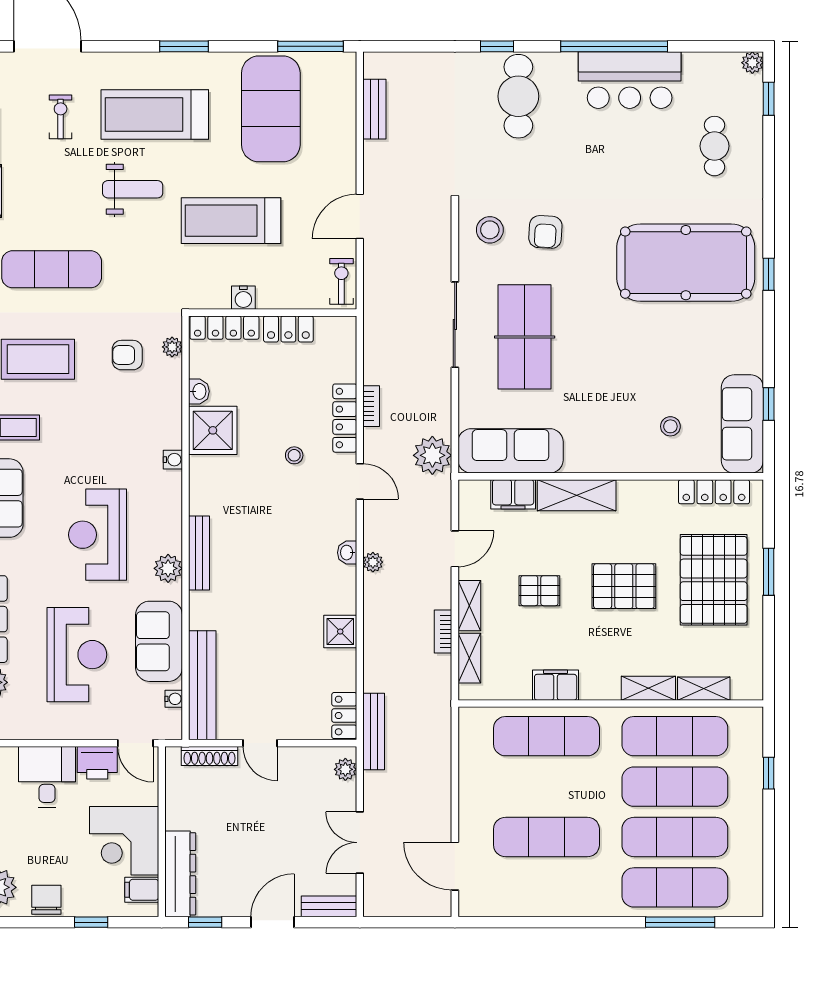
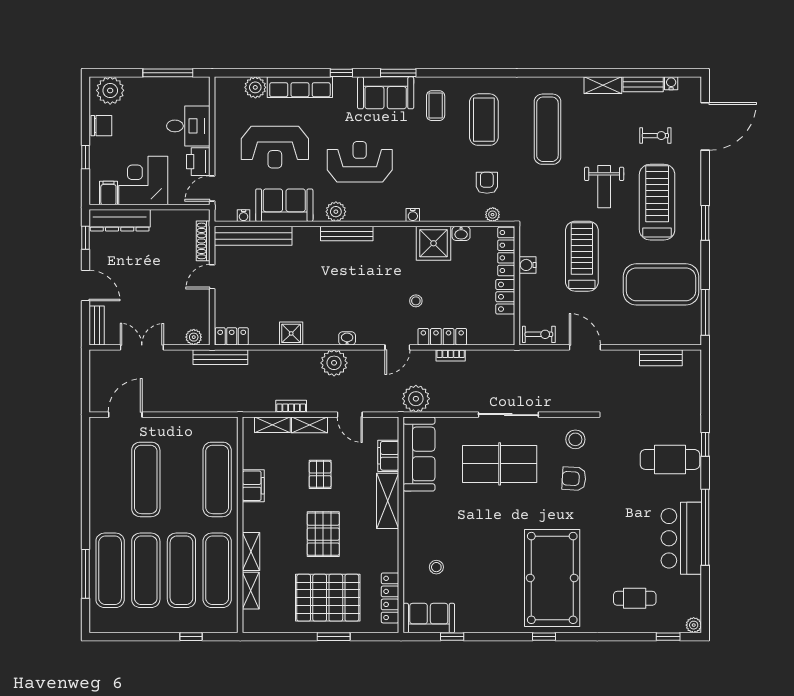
sofa: (742, 424) -> (429, 618), width x0.73
plant: (373, 562) -> (334, 363), width x1.88, depth x1.88

